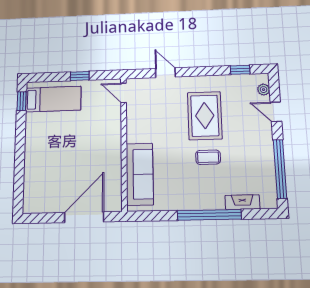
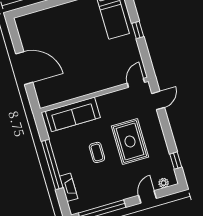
door: (123, 93) -> (136, 83), moved
rug: (205, 116) -> (130, 141), turned 90
wall: (124, 143) -> (94, 95), moved
sofa: (140, 174) -> (73, 114), moved

